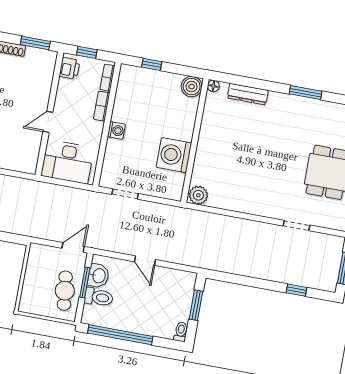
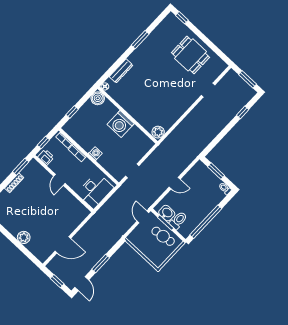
door: (48, 122) -> (59, 180), moved
washing machine: (174, 155) -> (121, 124), moved

